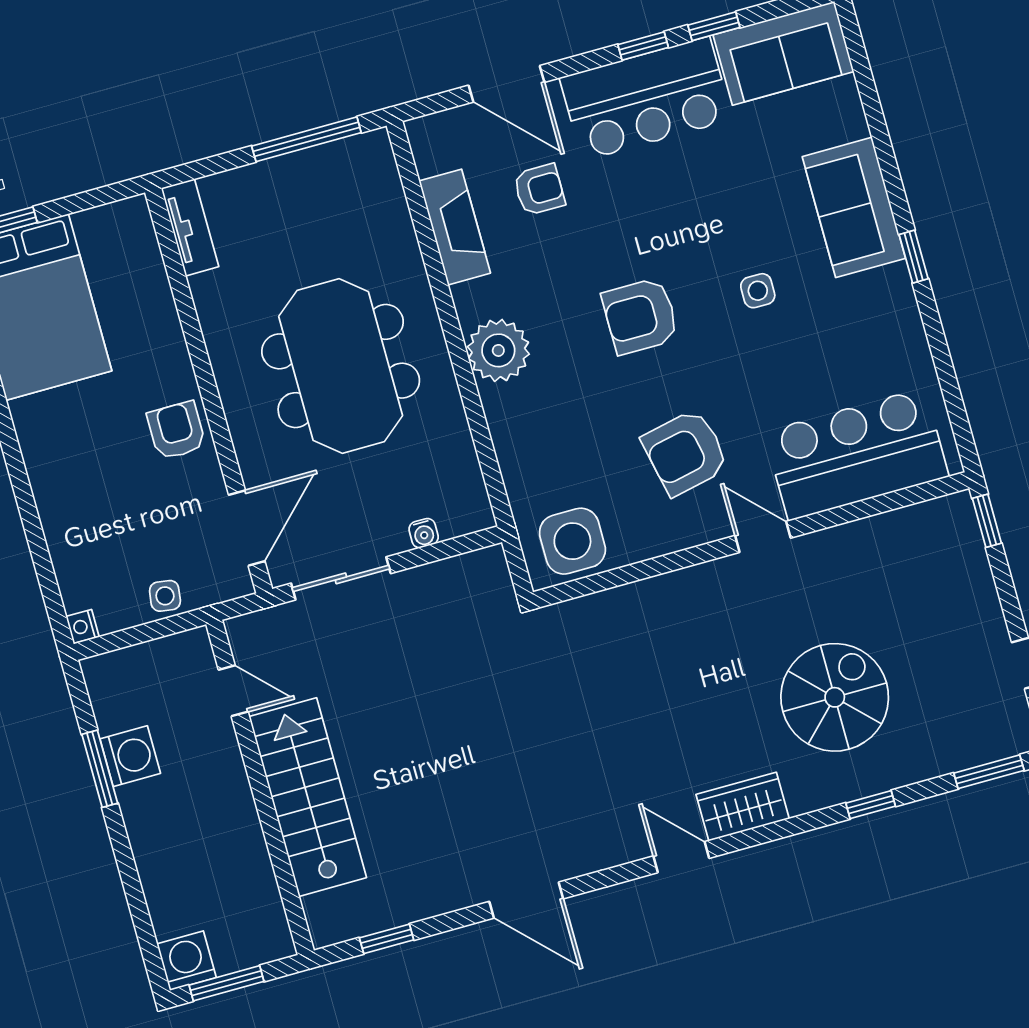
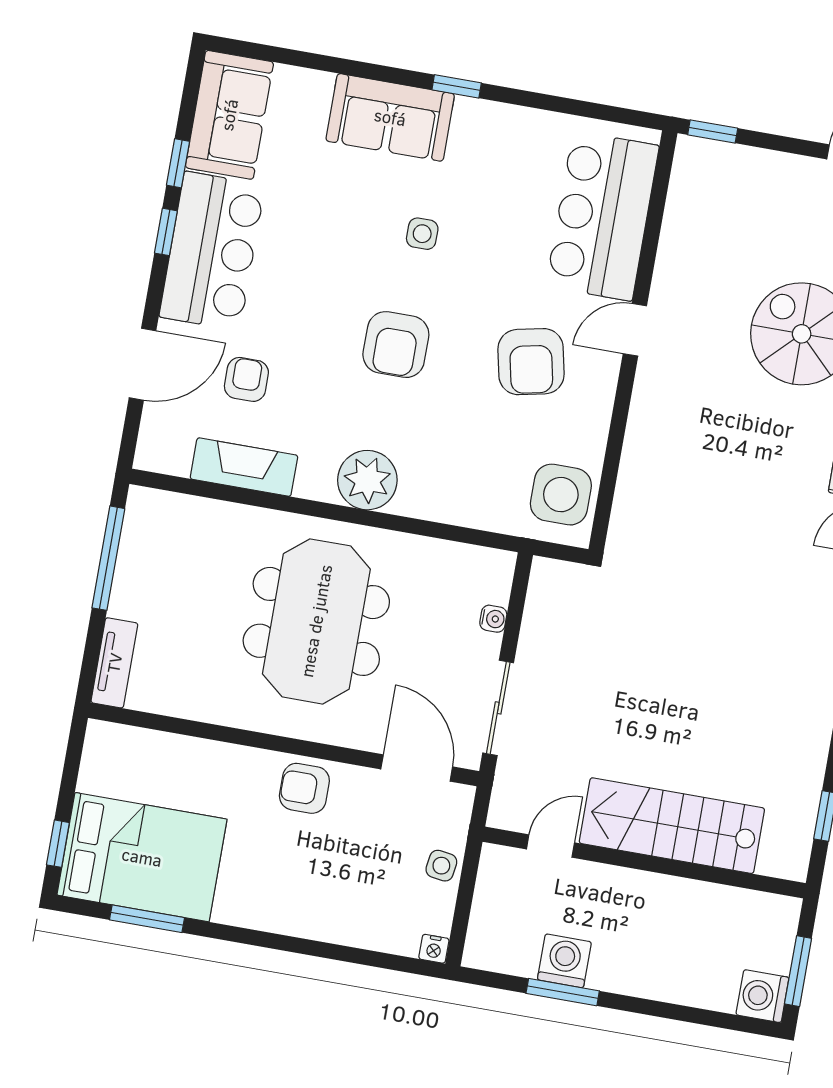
tv unit: (190, 227) -> (114, 663), moved, turned 90
meeting table: (341, 366) -> (316, 621), turned 90

